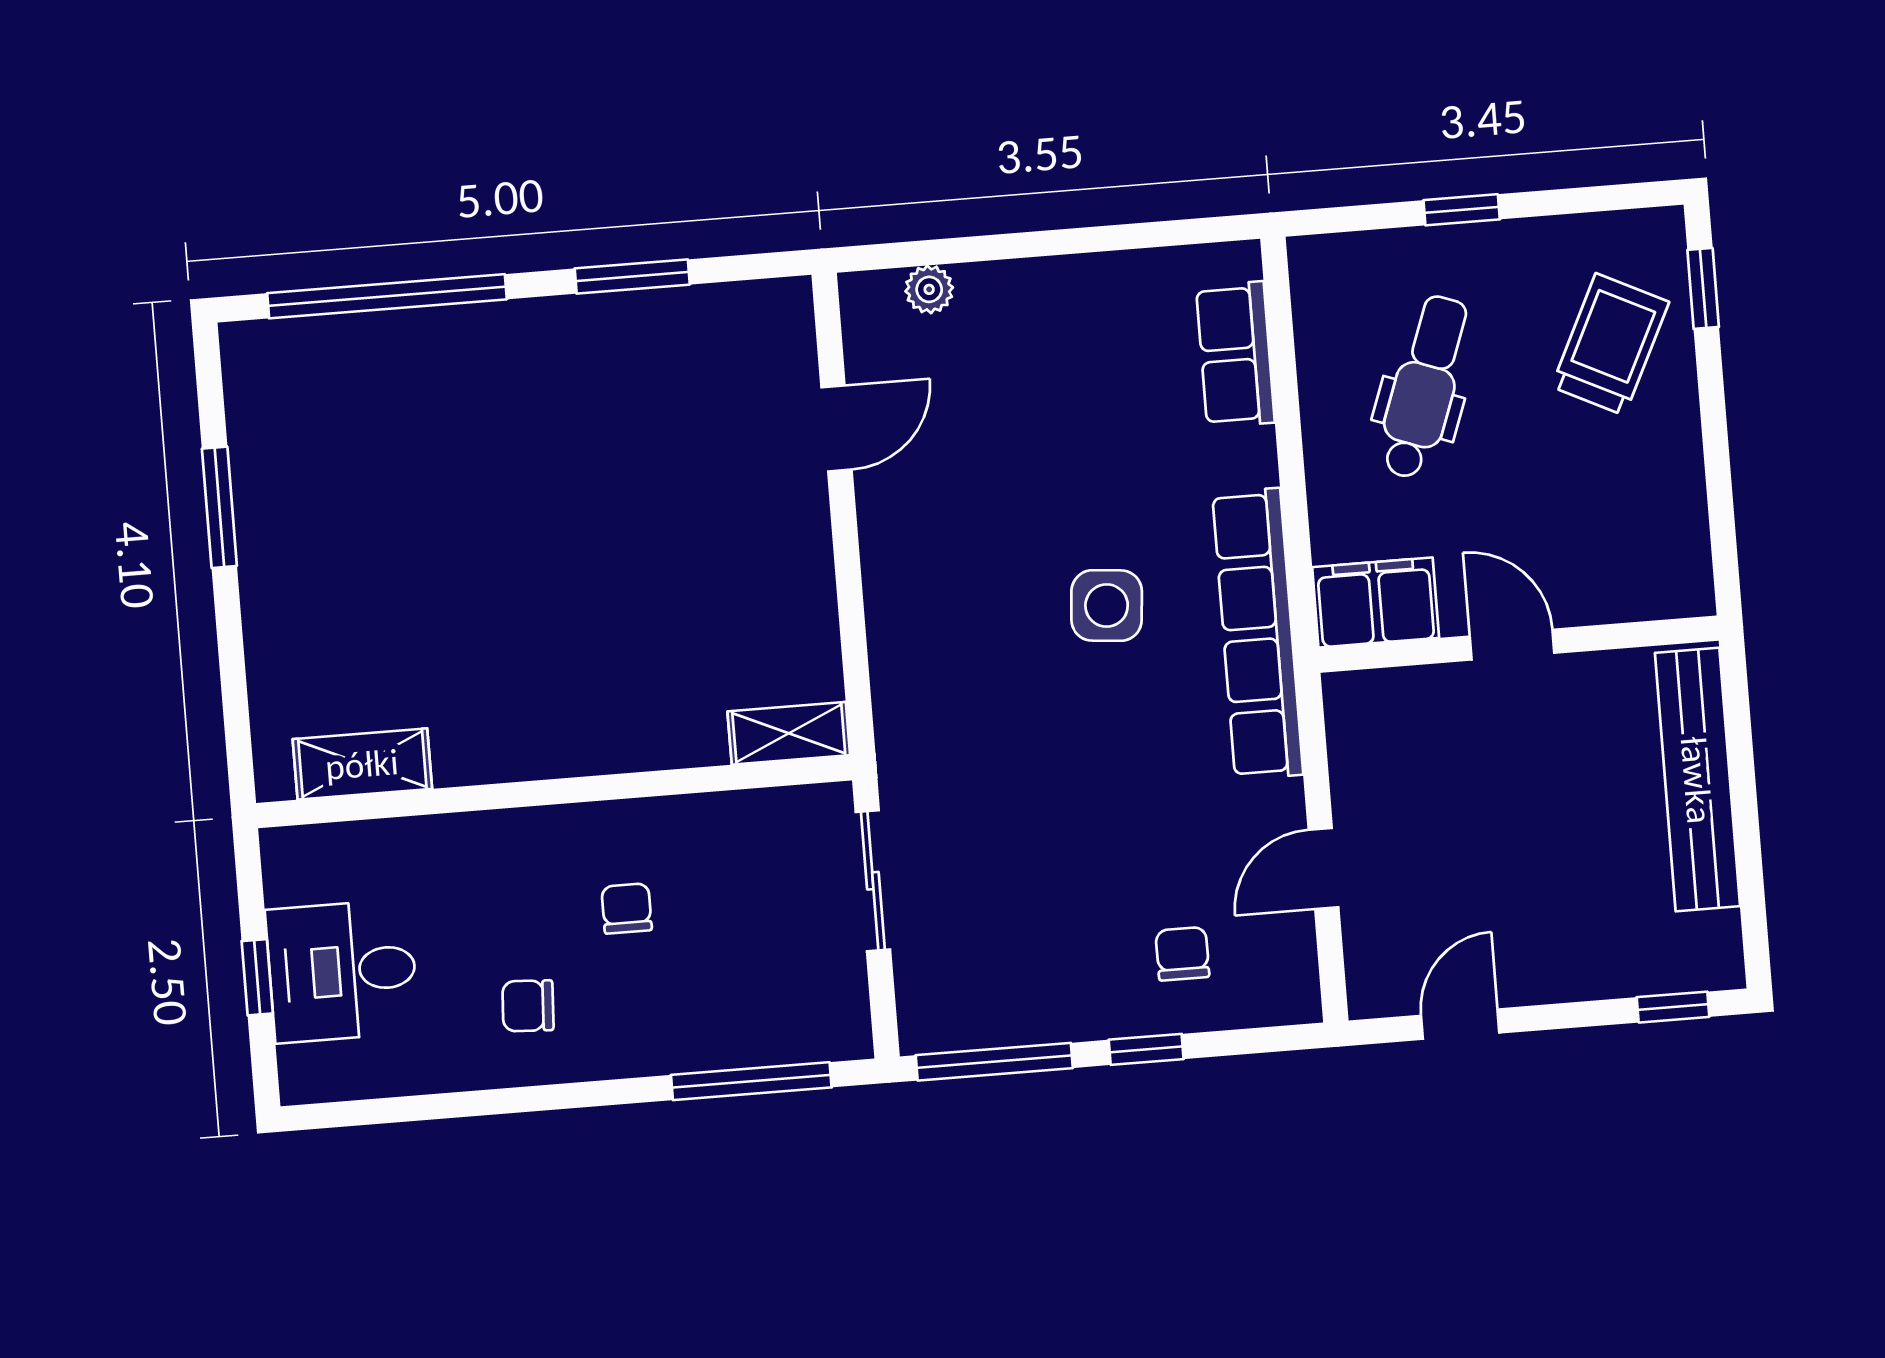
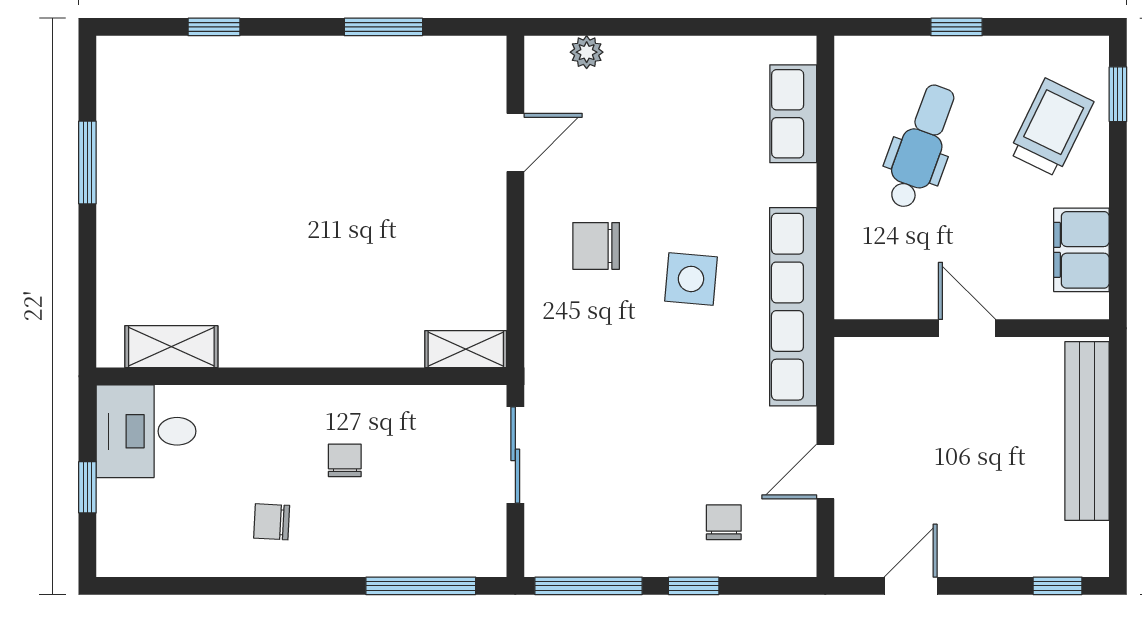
window: (387, 296) -> (214, 27), width x0.32
chair: (965, 569) -> (596, 246), added
filing cabinet: (1376, 602) -> (1081, 250), moved, turned -90
desk: (342, 971) -> (146, 431), moved

